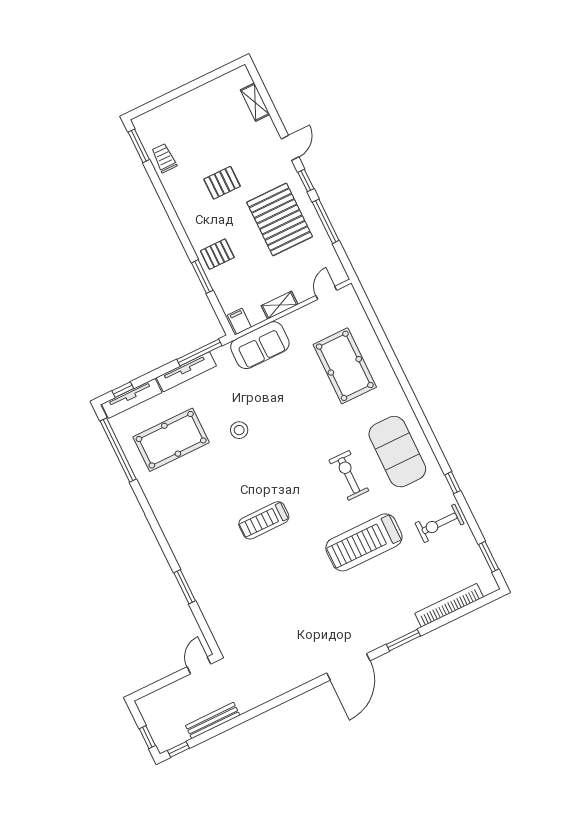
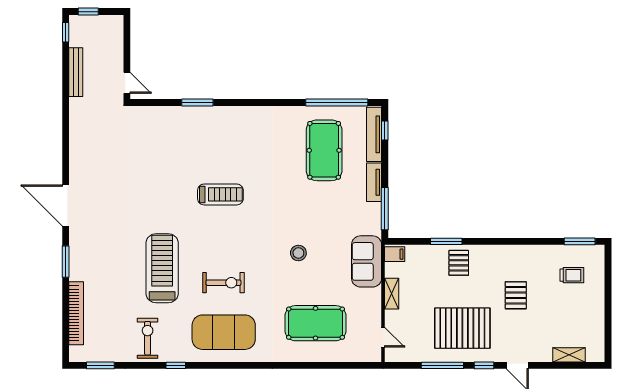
trolley: (164, 158) -> (572, 275), moved
tv unit: (186, 372) -> (374, 182), width x0.71
stool: (239, 430) -> (298, 253), moved
treadmill: (264, 520) -> (220, 194), turned 90

